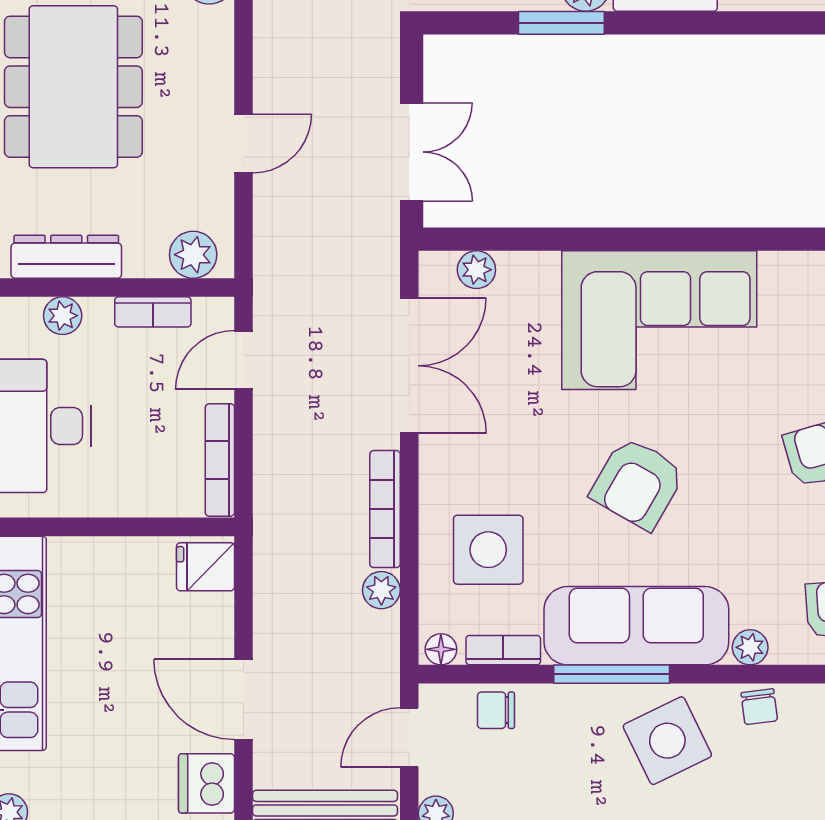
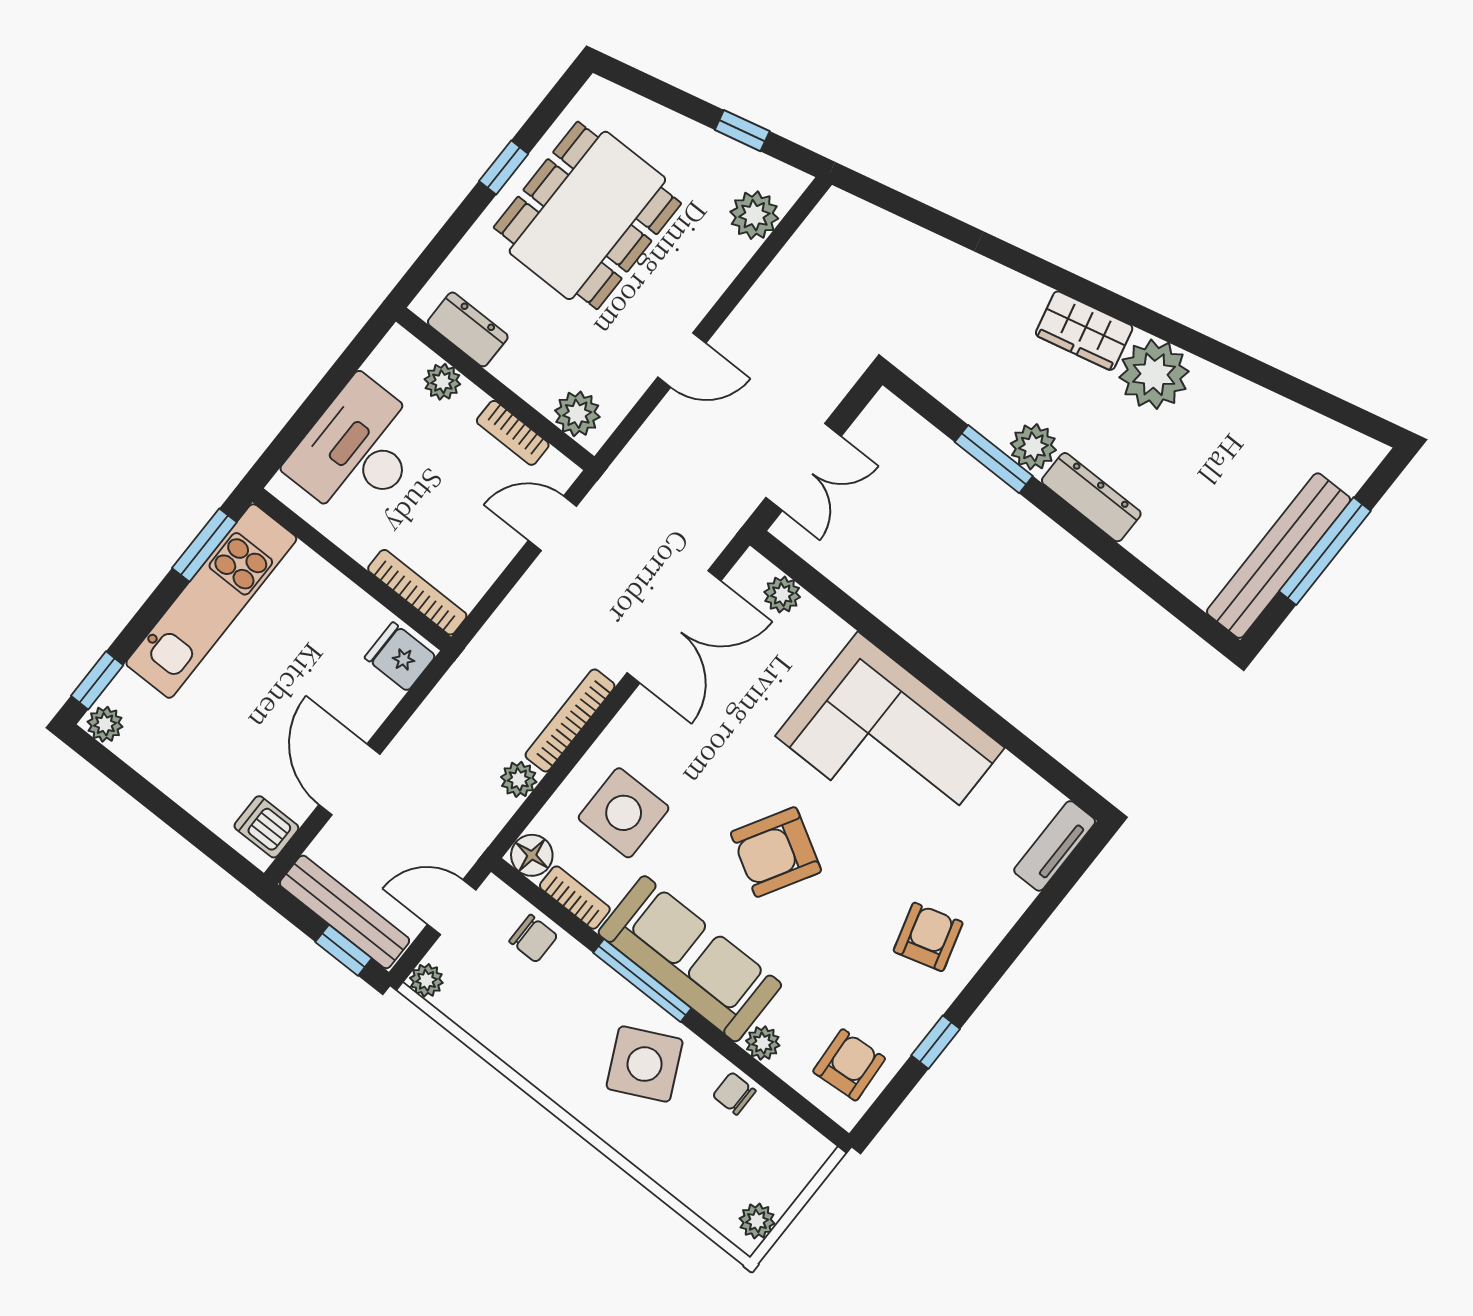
dresser: (66, 257) -> (468, 329), width x0.70
bookcase: (220, 460) -> (417, 592), moved, turned 90
floor lamp: (441, 649) -> (532, 855), width x1.37, depth x1.37
chair: (759, 707) -> (734, 1093), turned 97
chair: (496, 710) -> (533, 939), turned 180
dishwasher: (207, 783) -> (266, 827), width x0.73

